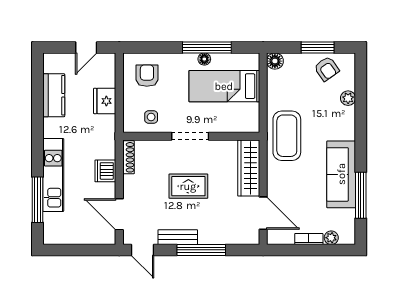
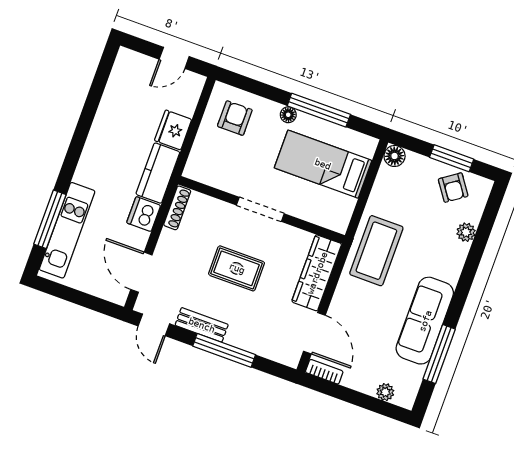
floor lamp: (204, 59) -> (288, 115), moved
kitchen counter: (54, 95) -> (158, 173), moved, turned 180
side table: (151, 117) -> (222, 169), removed
kitchen unit: (53, 175) -> (67, 230), moved
bookcase: (309, 239) -> (324, 372), moved

